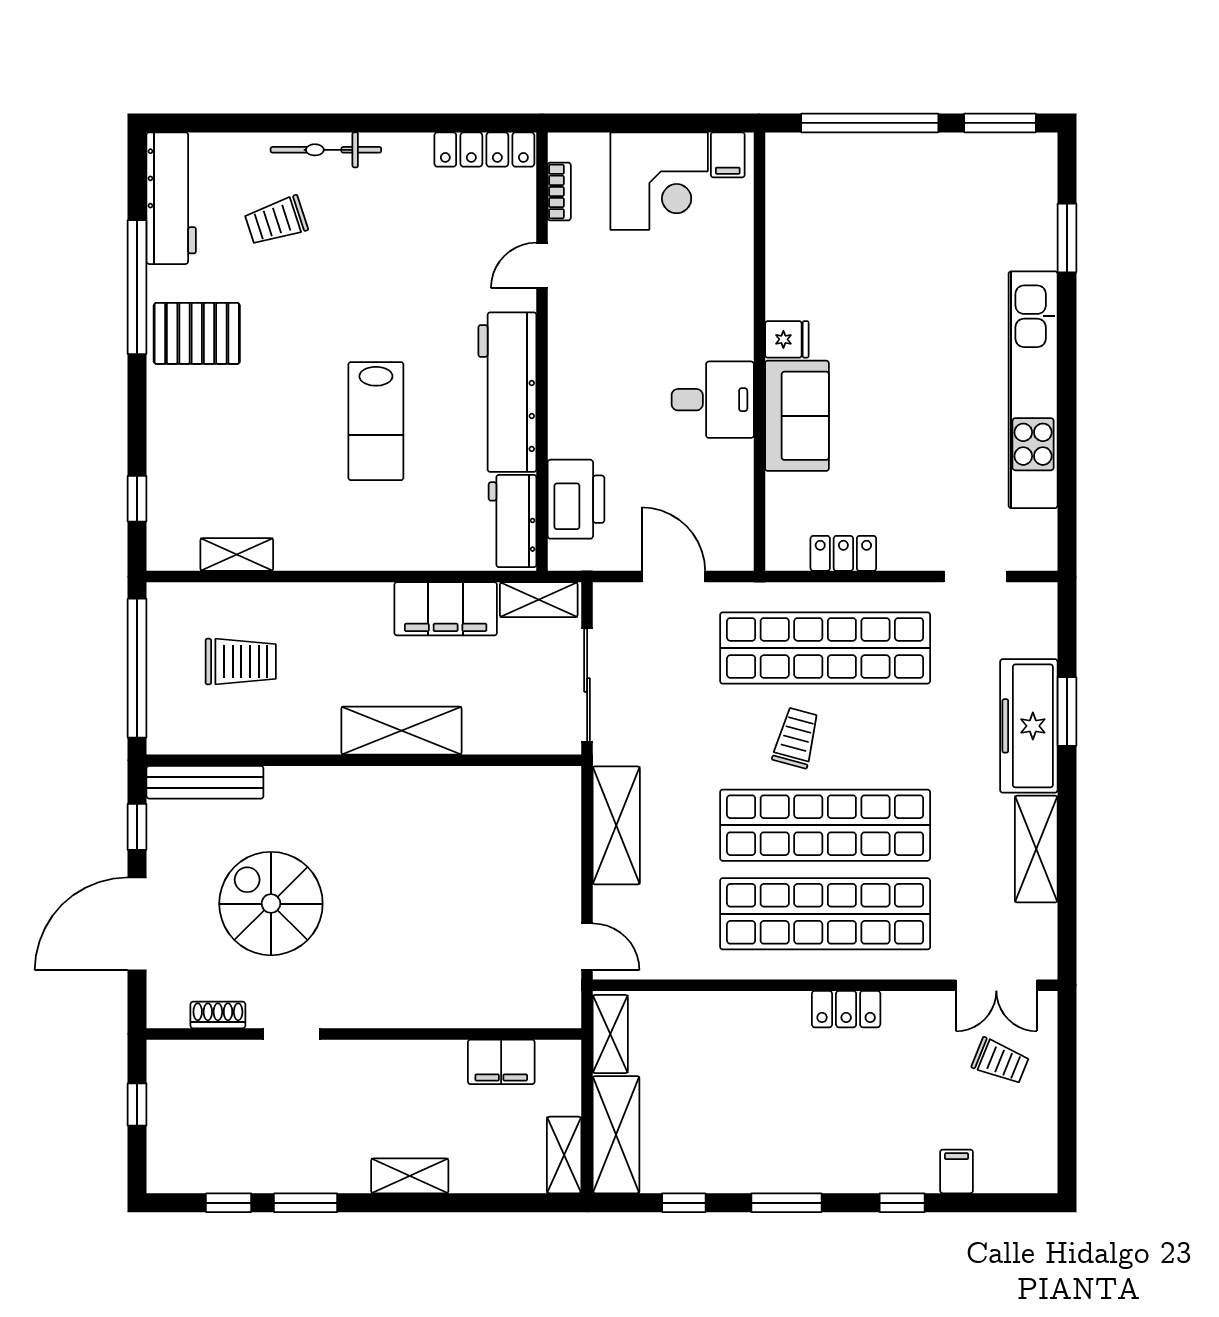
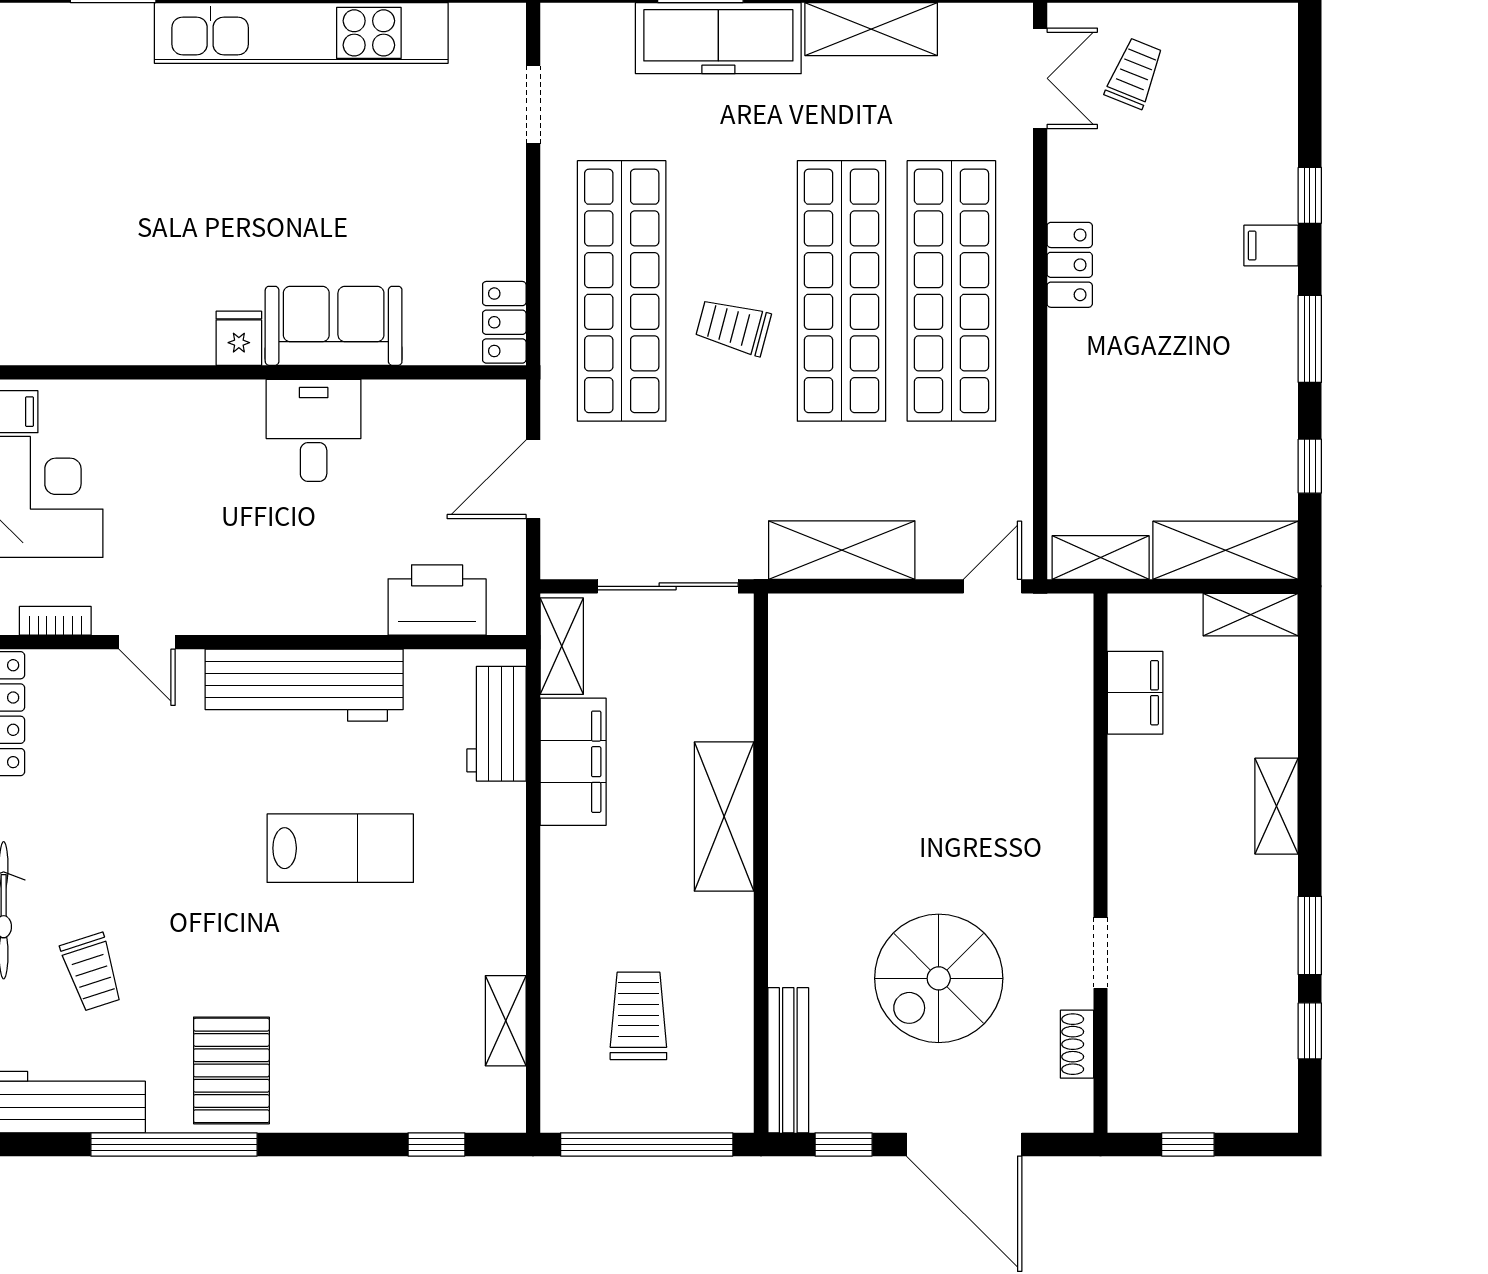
workbench: (513, 521) -> (496, 724), moved, turned 90
locker: (843, 553) -> (504, 322), moved
filing cabinet: (957, 1171) -> (1271, 246), moved

